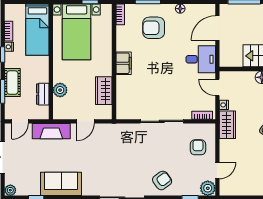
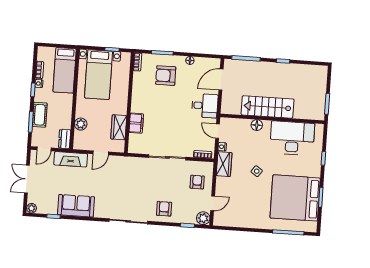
filing cabinet: (124, 63) -> (136, 123), moved
dresser: (43, 94) -> (65, 139), moved
armchair: (162, 180) -> (164, 209), turned -54

